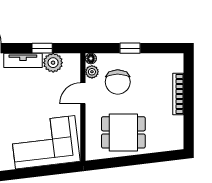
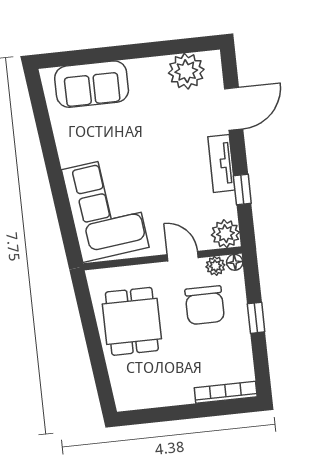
plant: (53, 63) -> (225, 234), moved
chair: (118, 82) -> (205, 305), turned -90
bookcase: (178, 94) -> (226, 392), moved

